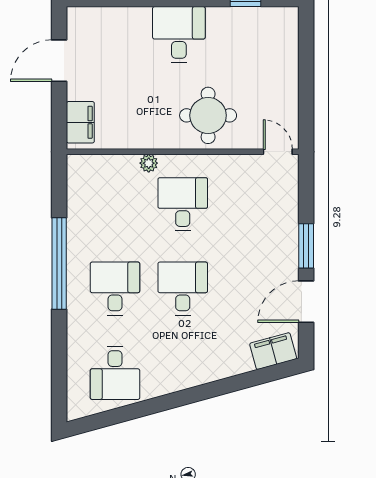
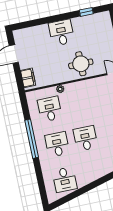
desk: (183, 204) -> (50, 109), moved

